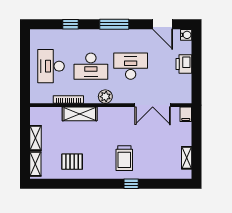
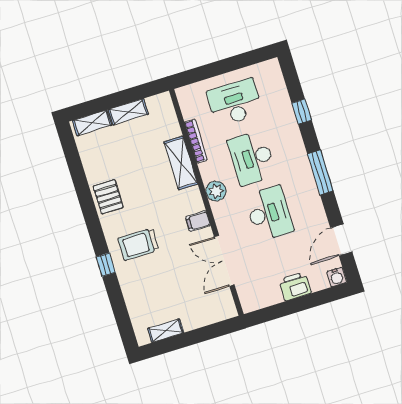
filing cabinet: (186, 114) -> (198, 221), moved
pallet: (72, 162) -> (108, 197), moved

